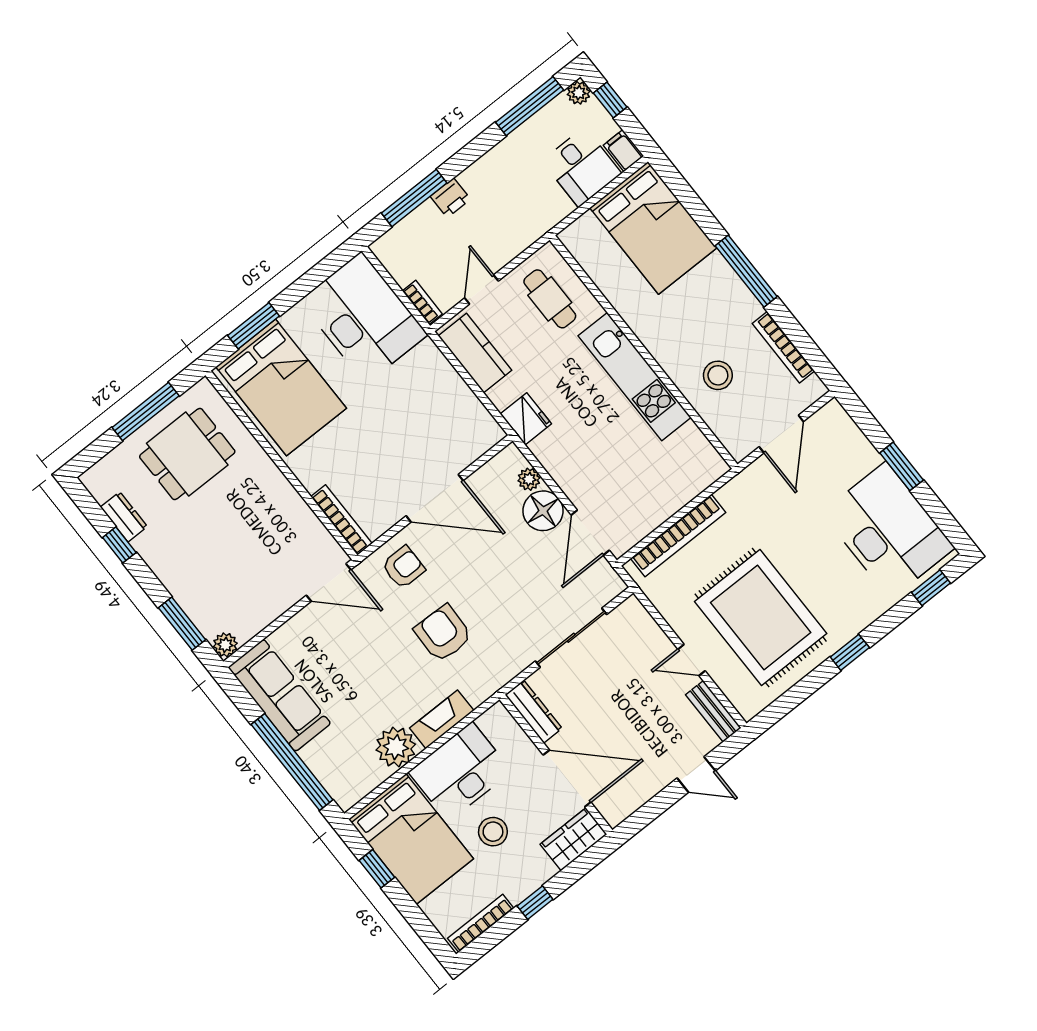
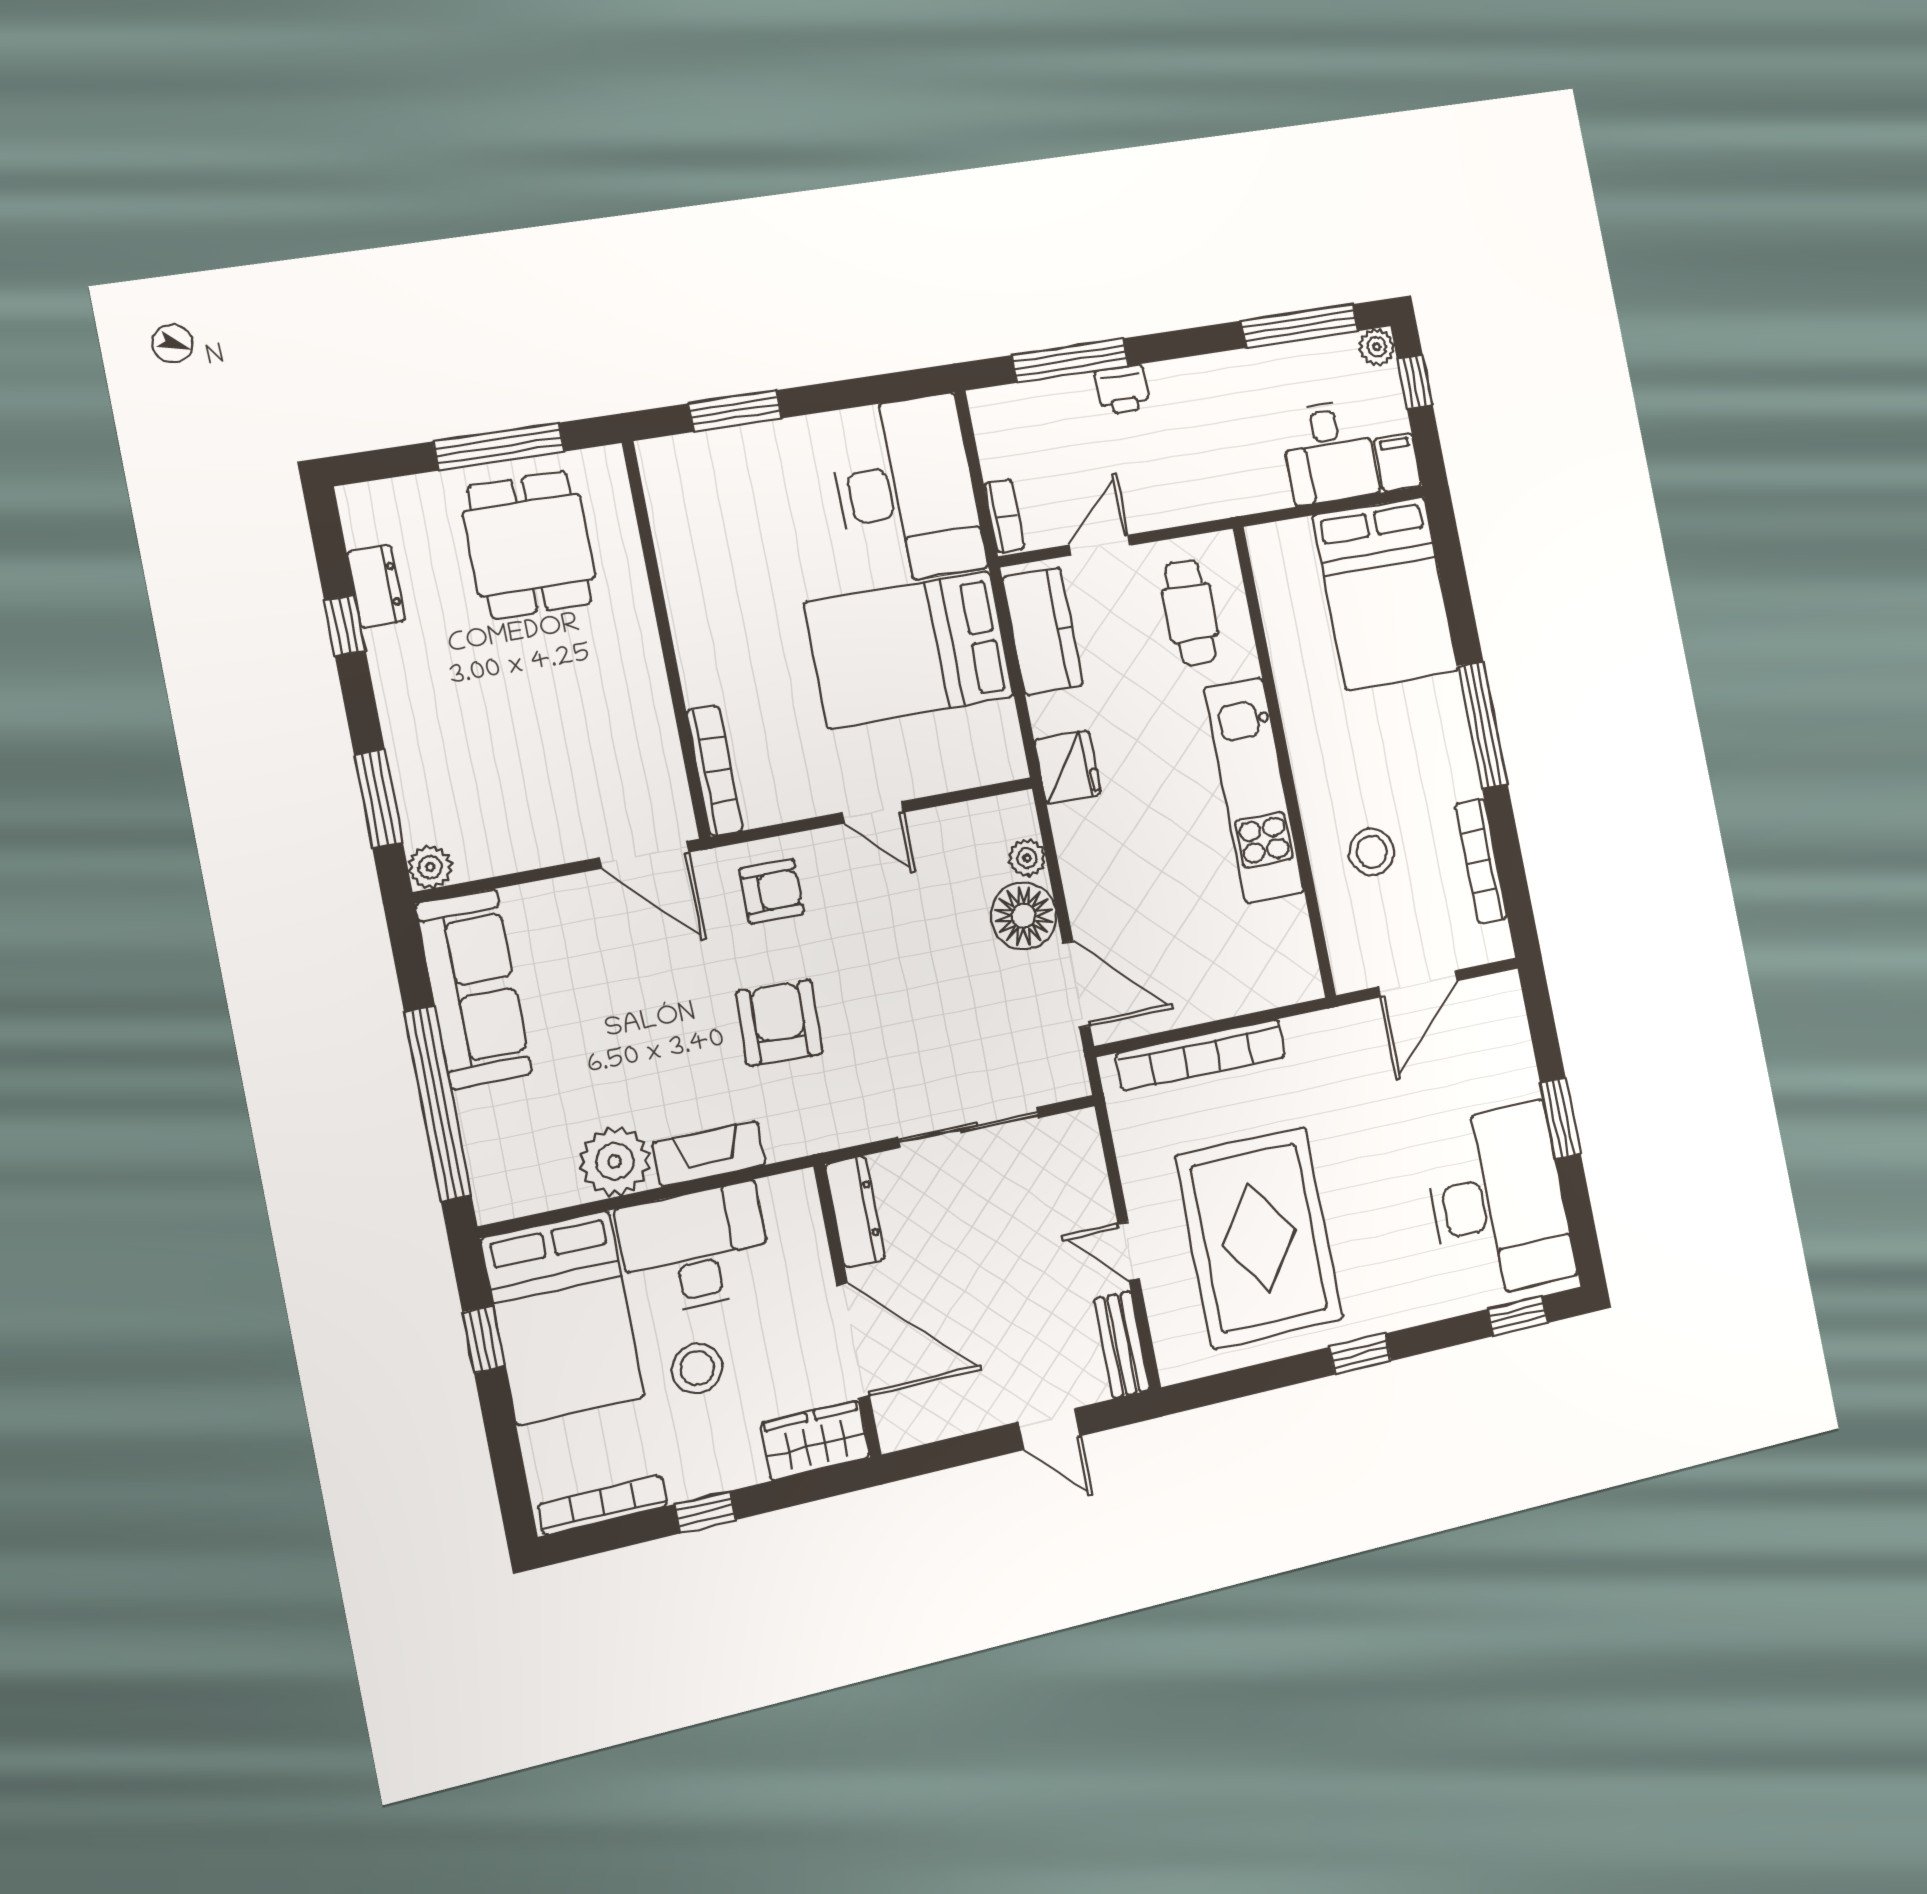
bed: (281, 387) -> (909, 650), moved, turned 90
dining table: (187, 454) -> (529, 545), turned 90
door: (435, 498) -> (873, 812), width x0.53
door: (590, 533) -> (1076, 984), swing flipped

